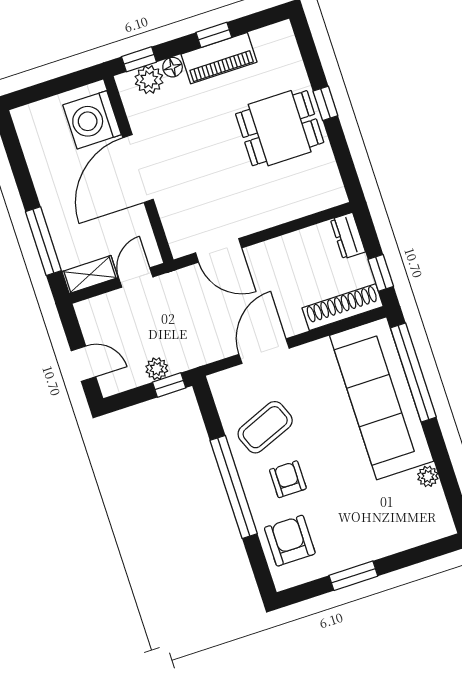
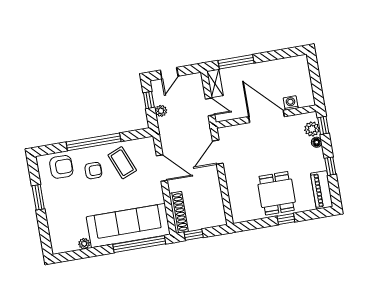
piano: (219, 58) -> (322, 190), moved
washing machine: (92, 120) -> (291, 103), width x0.53, depth x0.53
dresser: (348, 236) -> (215, 220), removed
window: (169, 385) -> (149, 100), moved

